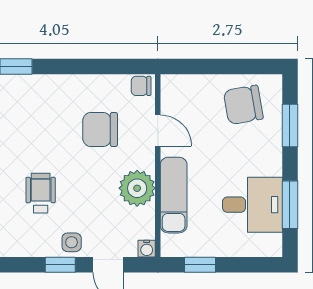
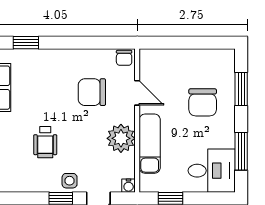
chair: (141, 86) -> (124, 58), turned -90
chair: (243, 105) -> (203, 102), moved, turned -80
wheelchair: (41, 193) -> (45, 142), turned 180
desk: (252, 205) -> (212, 171), moved

